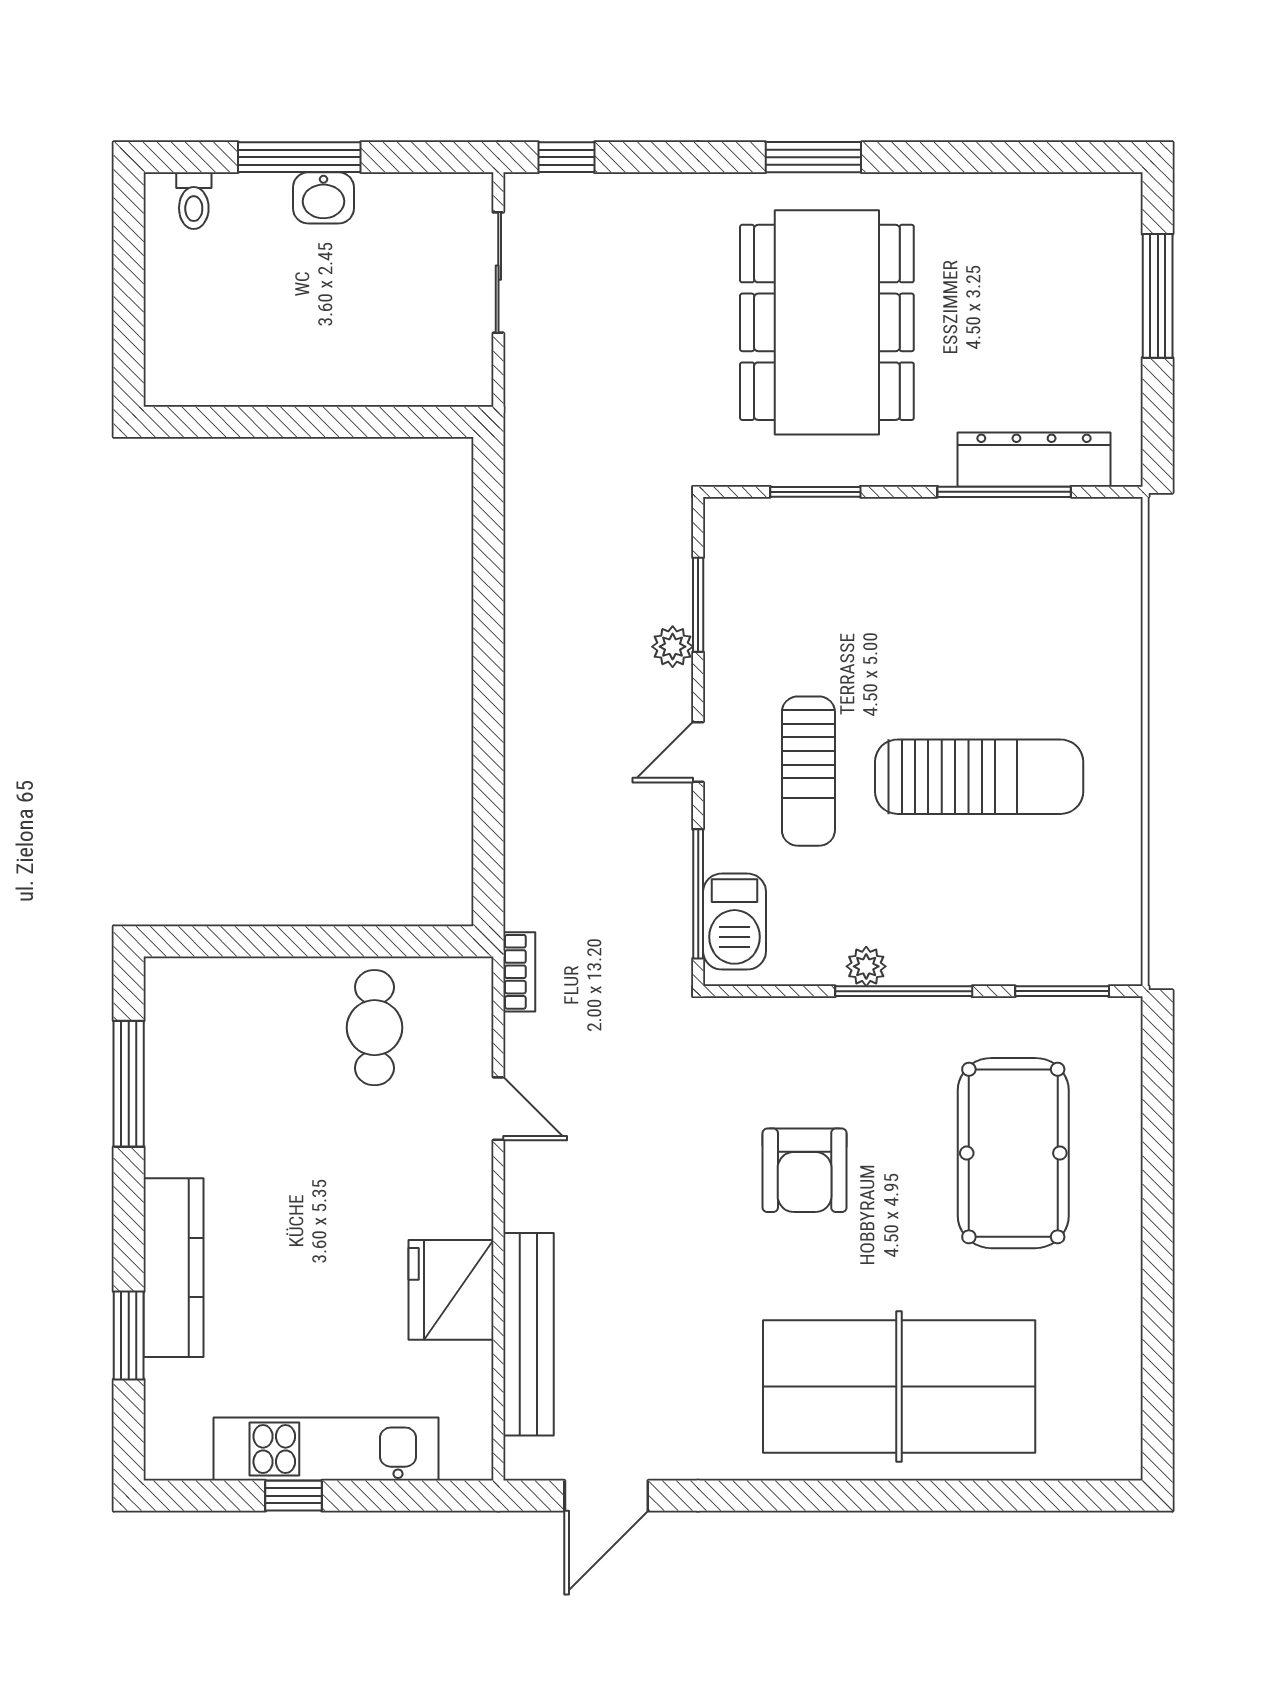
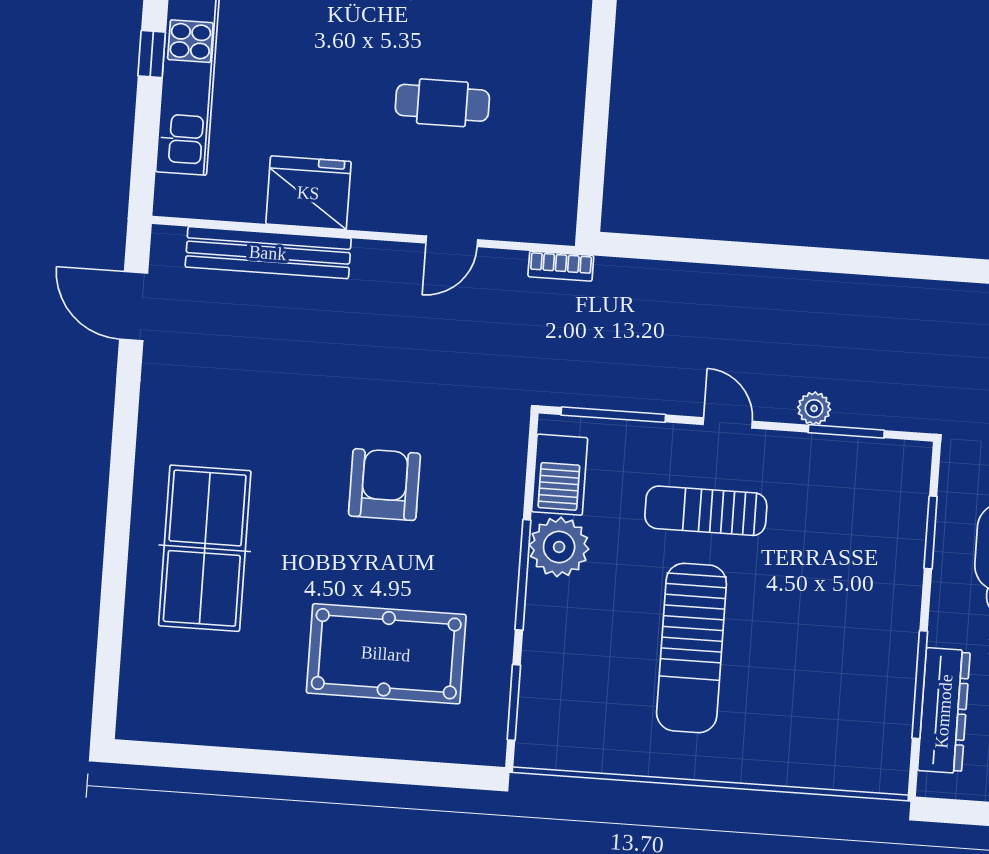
barbecue: (735, 922) -> (560, 475), moved, turned -90
plant: (866, 966) -> (559, 547), width x1.88, depth x1.88
cafe table: (374, 1028) -> (442, 103), moved
armchair: (805, 1170) -> (384, 485), turned 90
table tennis table: (899, 1386) -> (205, 548), width x0.73, depth x0.76

